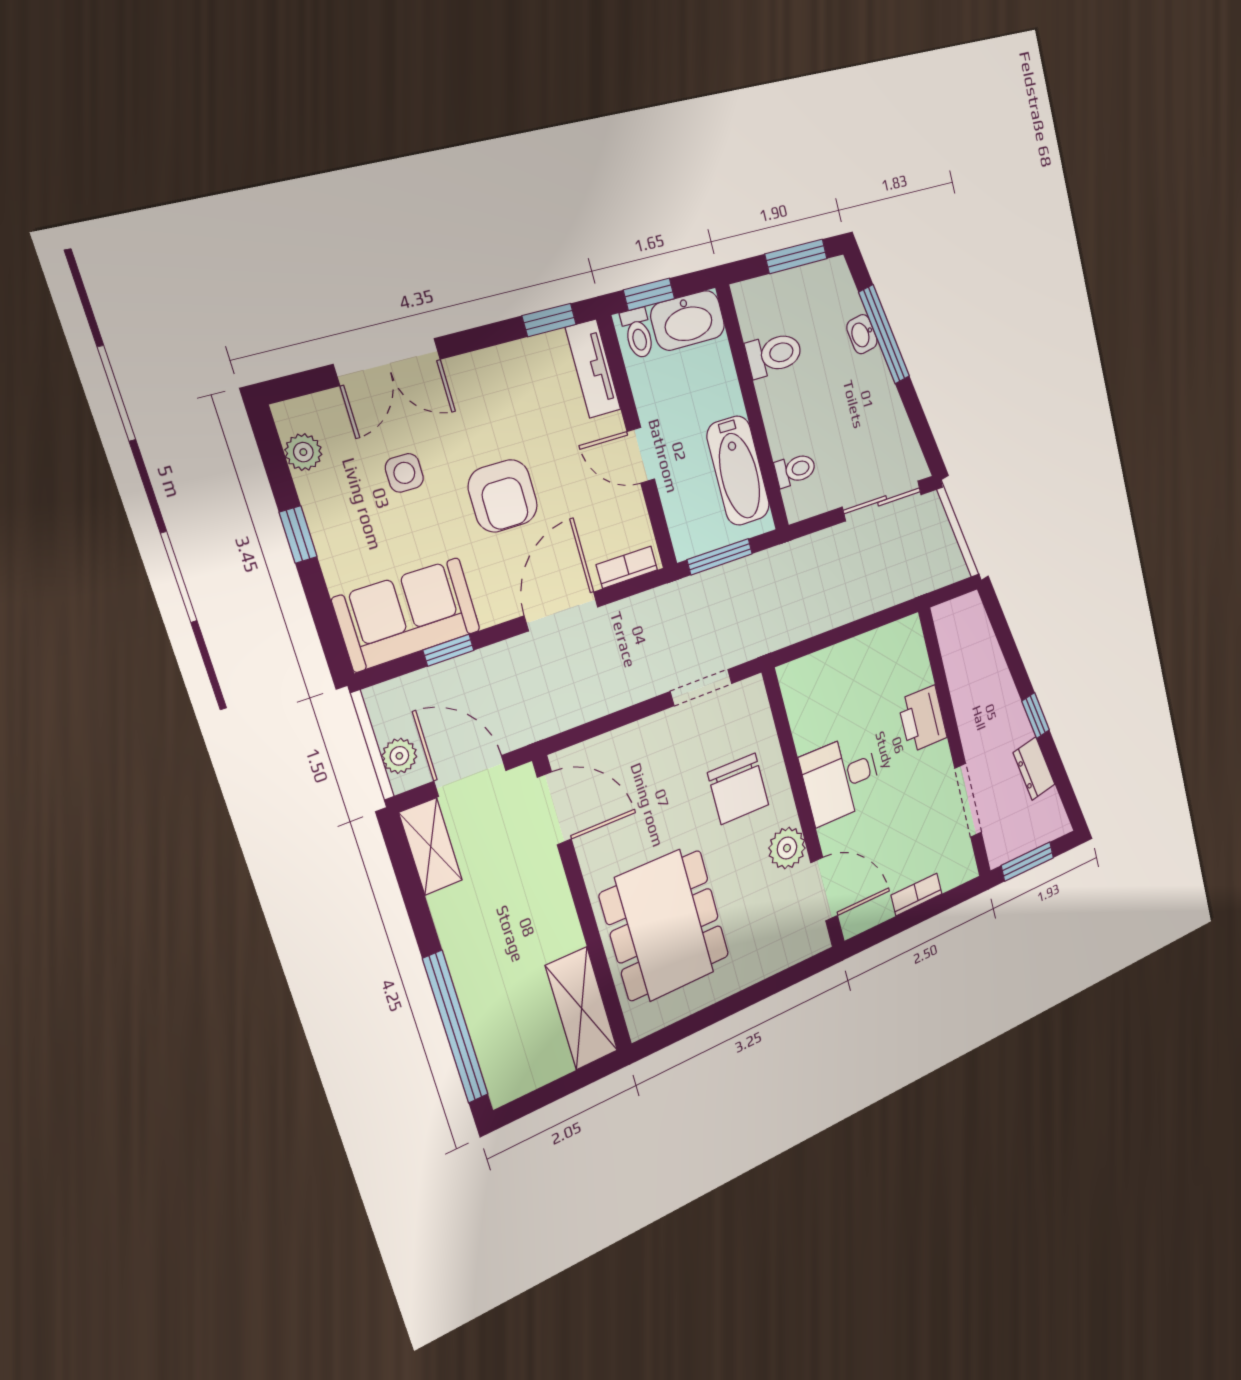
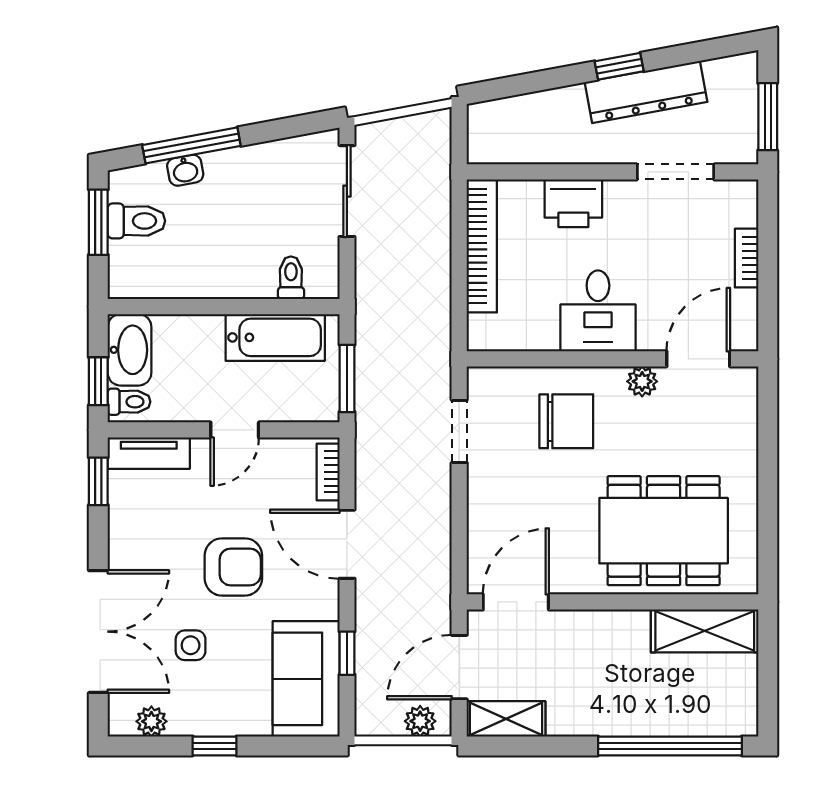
toilet: (774, 354) -> (136, 221), moved, turned 90
double door: (388, 362) -> (98, 632), width x1.37
bookcase: (868, 647) -> (482, 246), added
dresser: (1034, 769) -> (646, 92), width x1.96, depth x1.24
plant: (787, 848) -> (642, 381), width x0.73, depth x0.73

